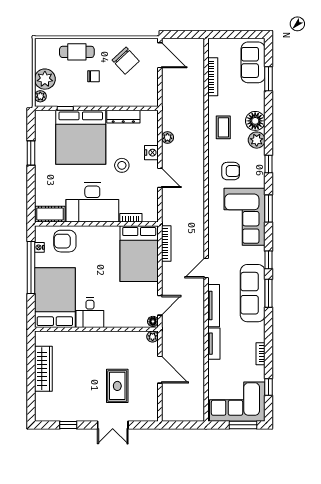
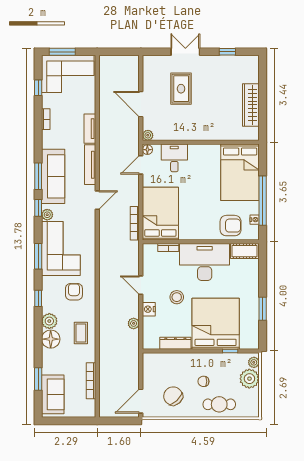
door: (160, 55) -> (141, 401), hinge flipped
armchair: (231, 171) -> (74, 292), turned 90
plant: (259, 253) -> (47, 215), added
desk: (90, 313) -> (174, 158), moved

